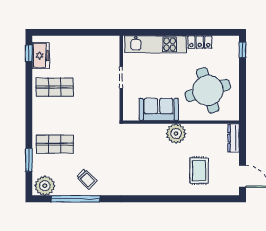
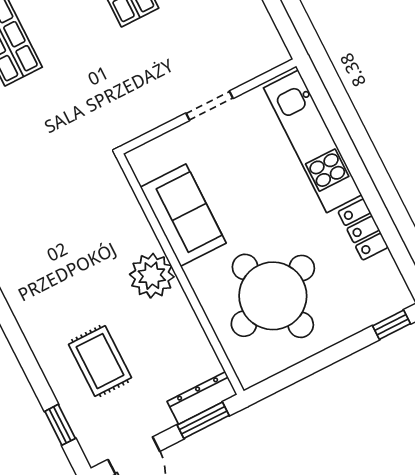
window: (243, 142) -> (203, 420), added
rug: (199, 171) -> (100, 361), turned 90
window: (216, 199) -> (60, 425), added

